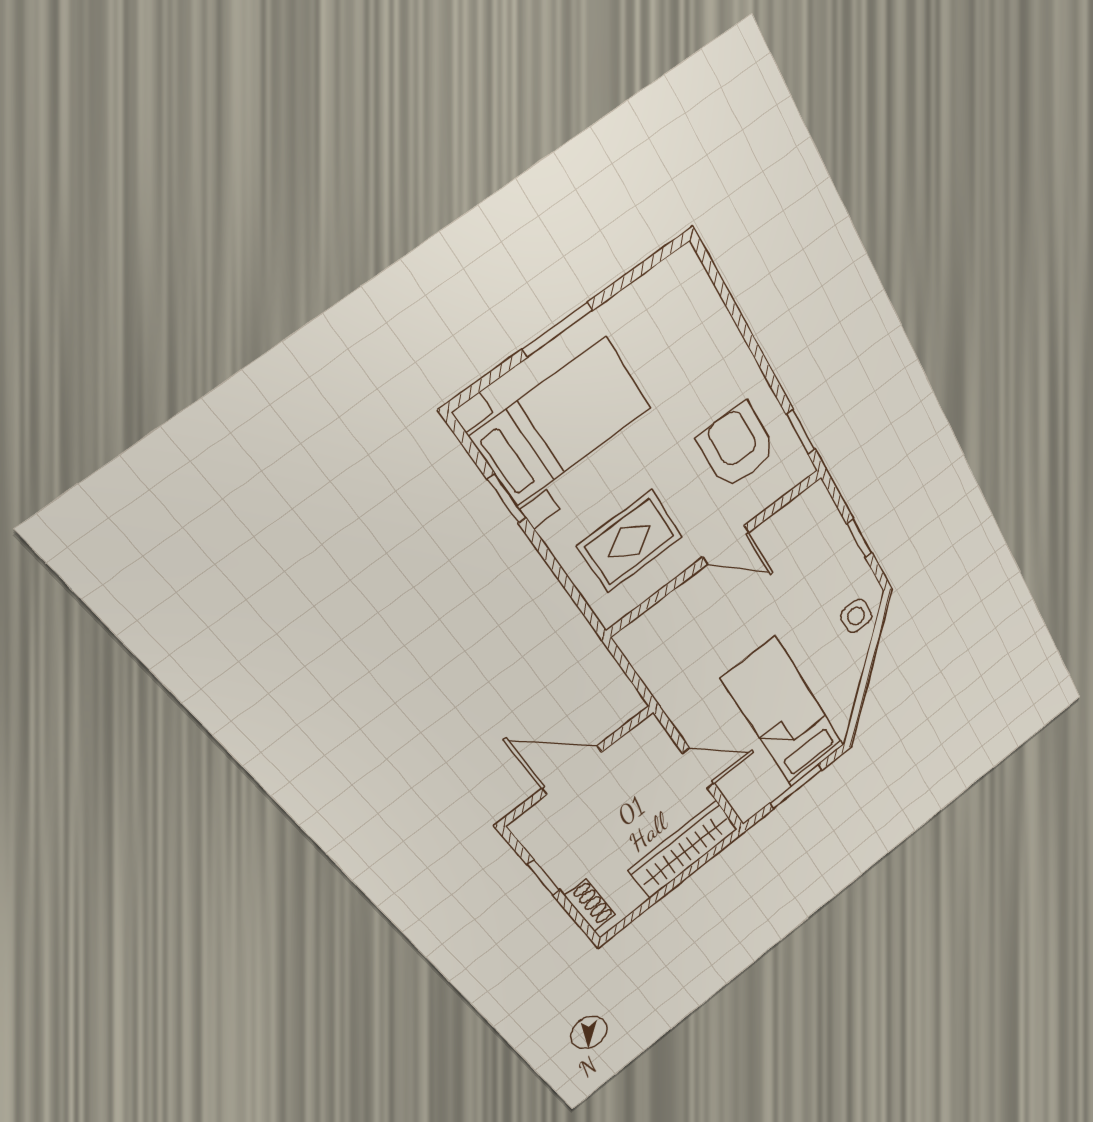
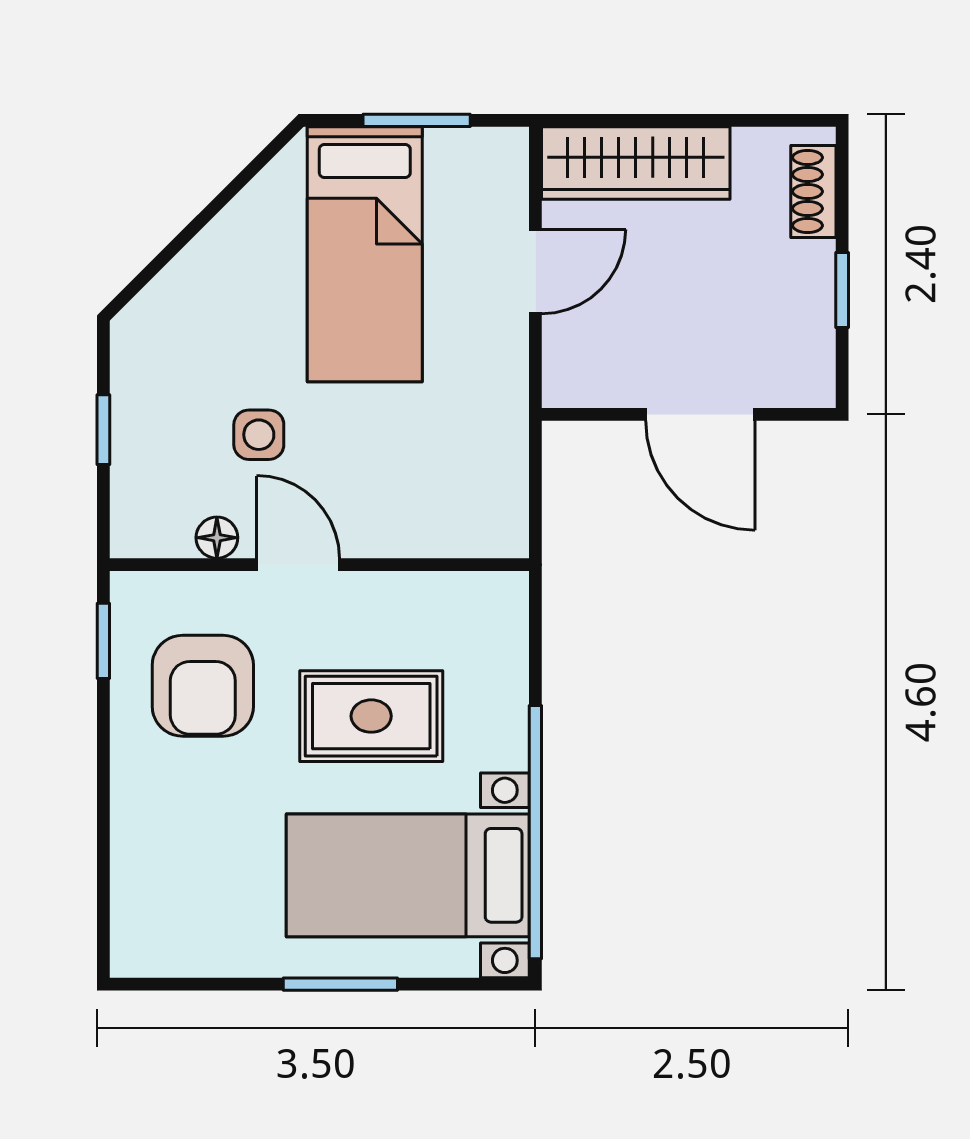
window: (507, 499) -> (535, 832), width x3.17
floor lamp: (774, 527) -> (217, 538), added
rug: (630, 541) -> (371, 716), moved
side table: (856, 616) -> (259, 435), moved
door: (698, 768) -> (535, 271), swing flipped

